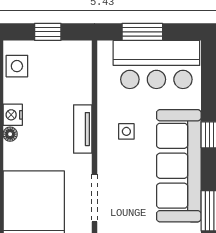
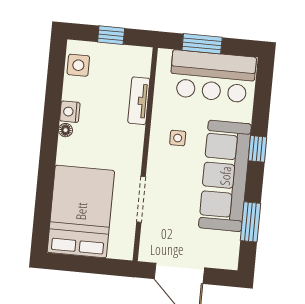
tv unit: (83, 129) -> (139, 101), moved

